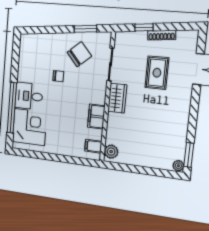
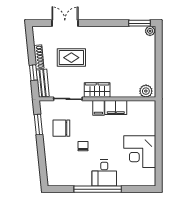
bench: (131, 37) -> (43, 83), added
chair: (79, 54) -> (61, 128), turned -49
window: (12, 108) -> (98, 189), moved
corner desk: (30, 127) -> (140, 152), moved, turned -90
filing cabinet: (93, 146) -> (98, 108), moved

